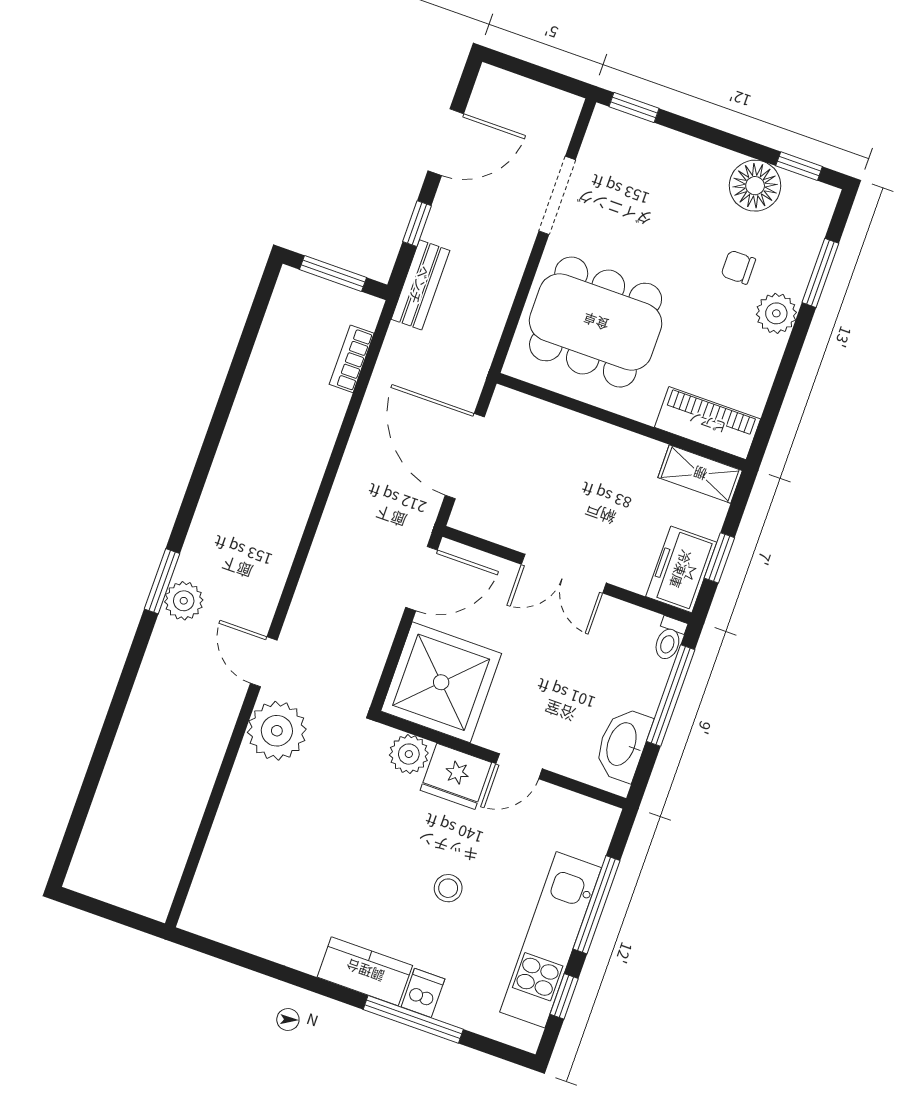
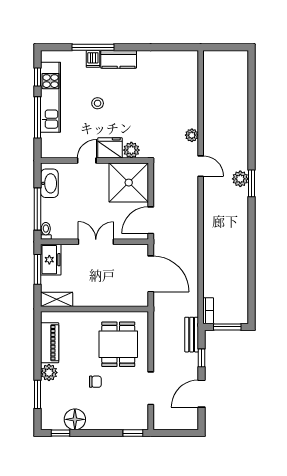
chair: (738, 267) -> (95, 382), moved
dining table: (596, 322) -> (118, 344), width x0.73
bookcase: (352, 359) -> (208, 311), moved
piano: (707, 423) -> (50, 343), moved, turned -90
window: (719, 558) -> (37, 269), width x1.50
plant: (277, 731) -> (192, 135), width x0.53, depth x0.53

